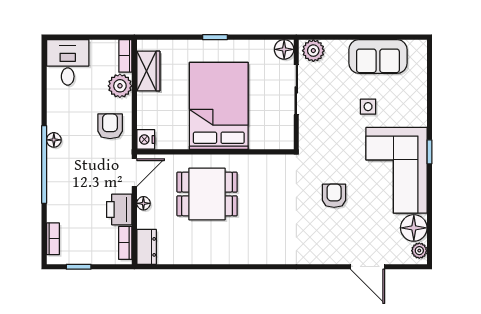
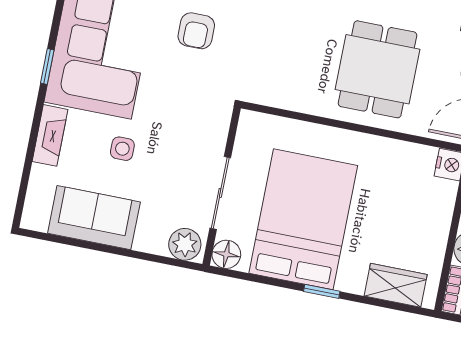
wardrobe: (148, 71) -> (396, 285), moved, turned 90
bed: (219, 106) -> (303, 219), moved, turned 180
fireplace: (419, 106) -> (50, 135), added
dining table: (207, 194) -> (378, 69), turned 90

